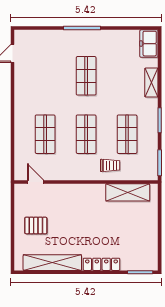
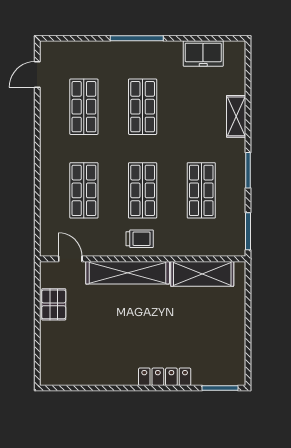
freezer: (149, 44) -> (203, 53), moved, turned -90
shop shelf: (45, 76) -> (84, 107), added
trolley: (110, 165) -> (140, 239), moved
pallet: (36, 225) -> (54, 304), moved, turned 90
shelving: (52, 263) -> (128, 273), moved

